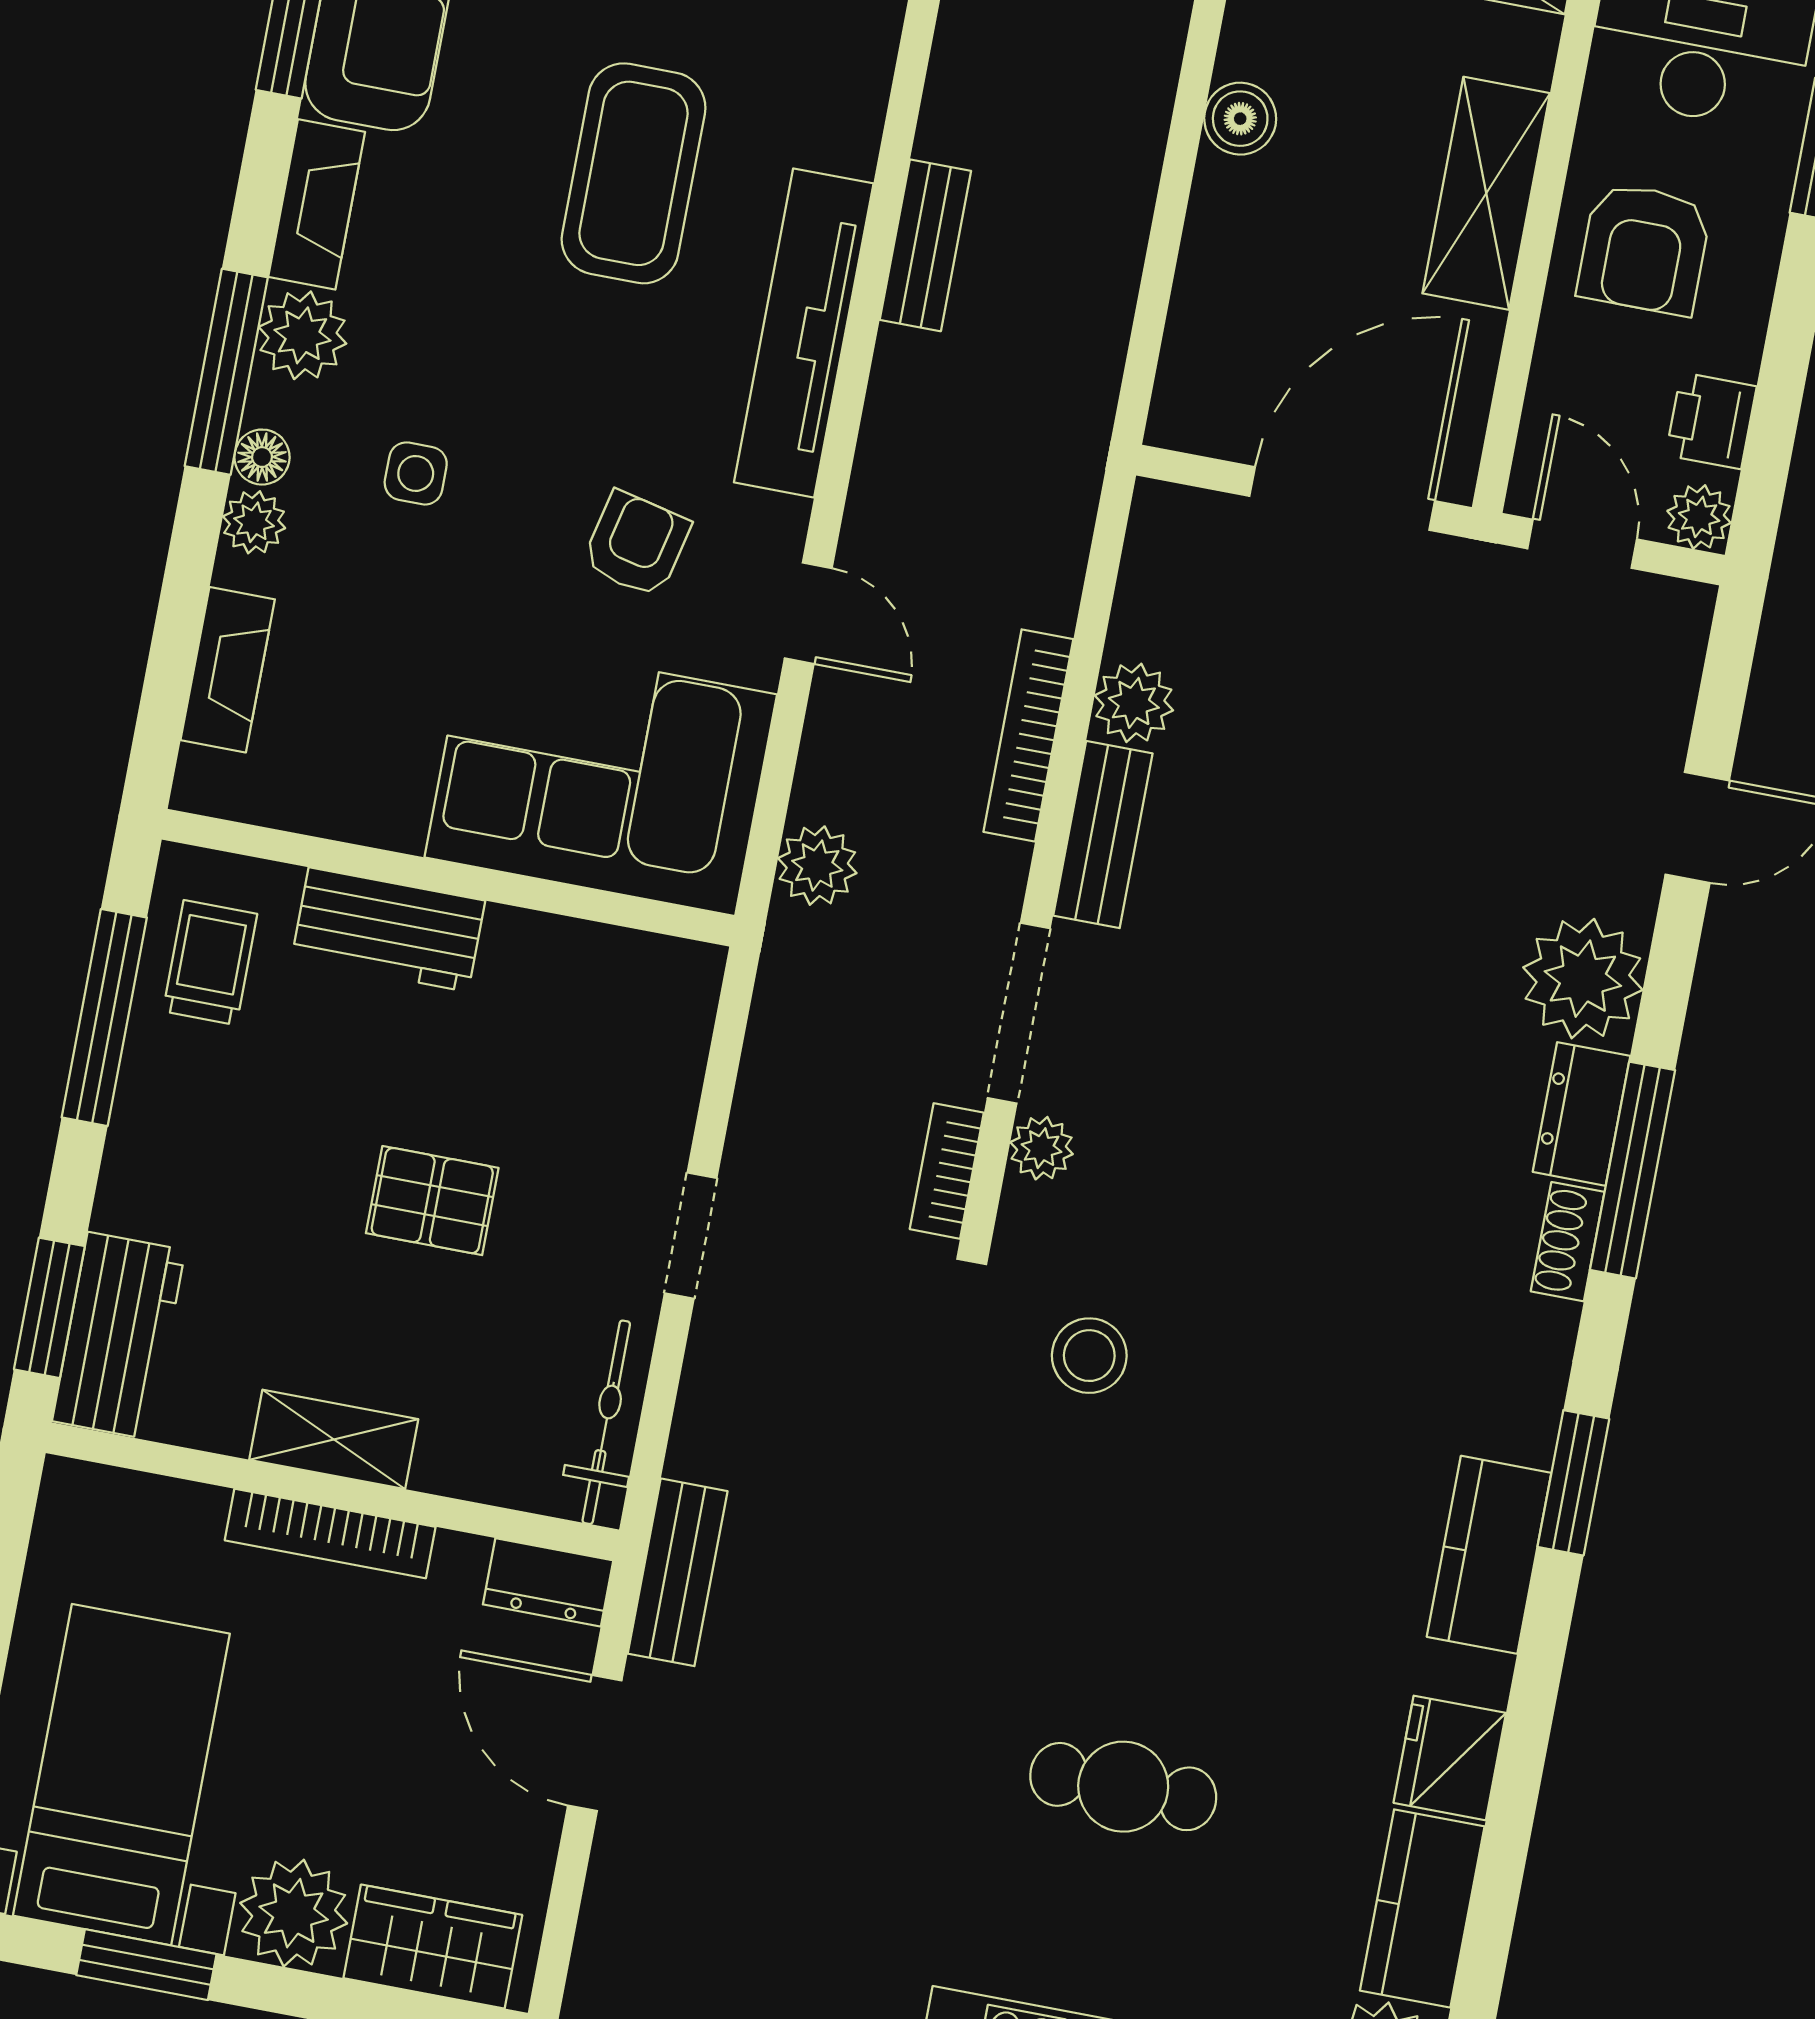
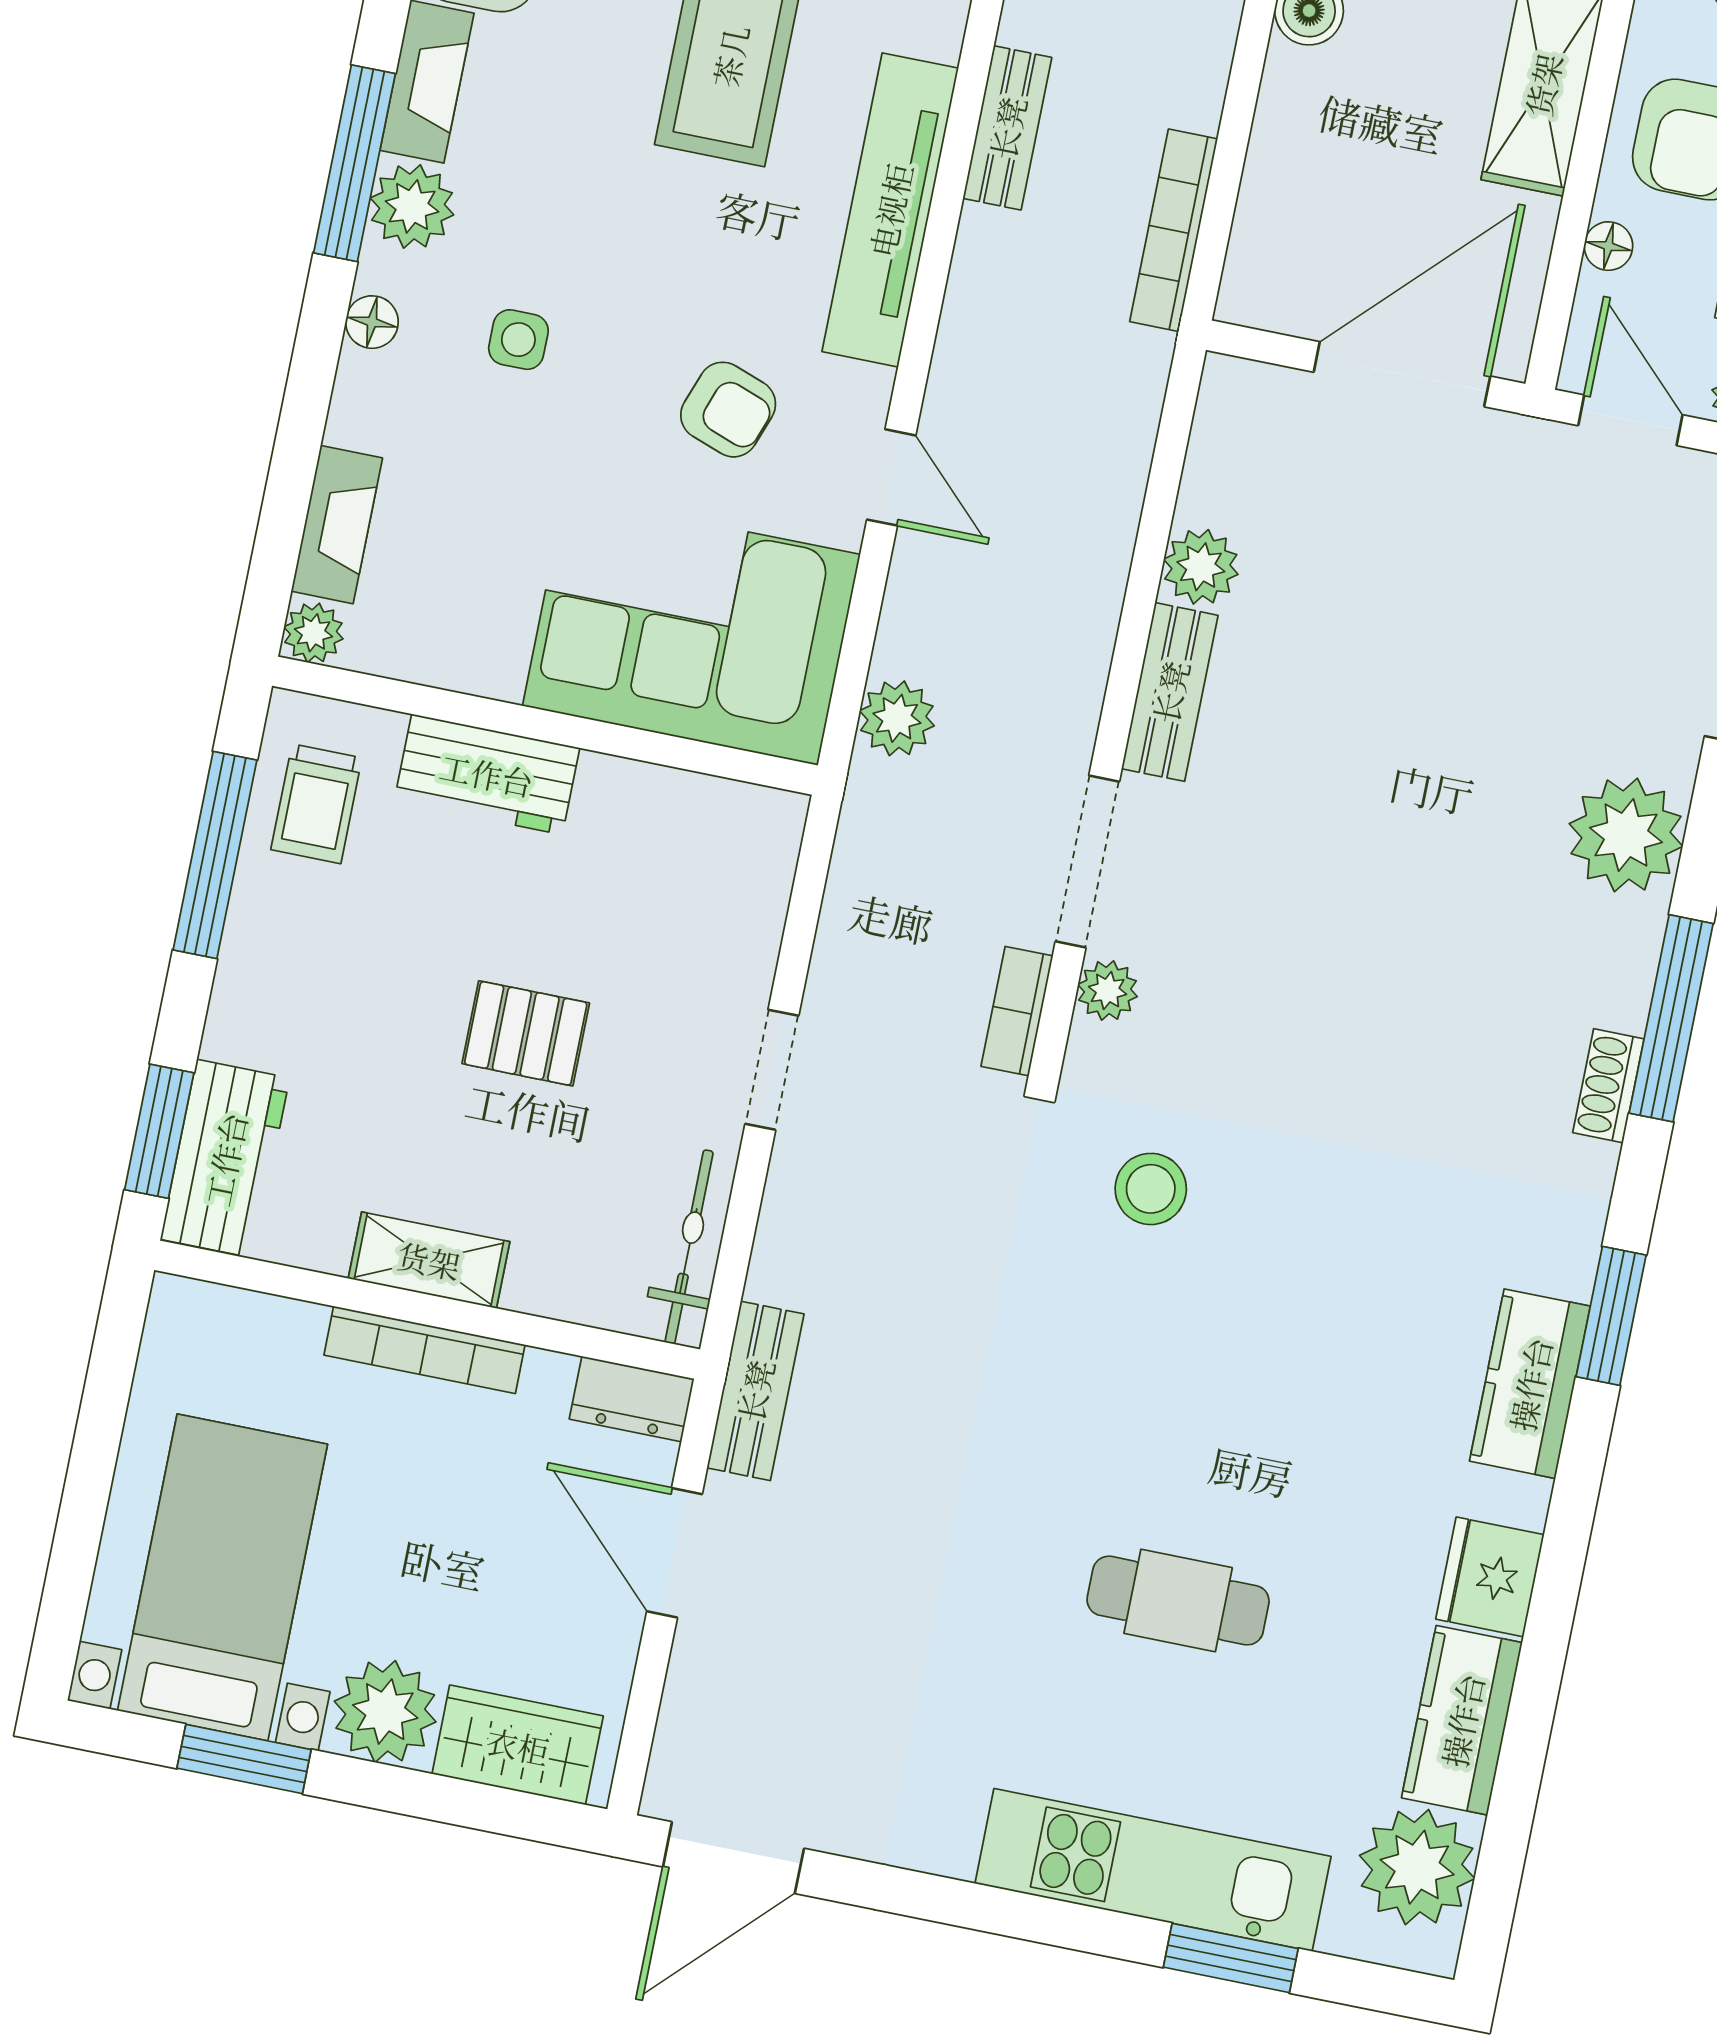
floor lamp: (1557, 362) -> (1608, 246), added
window: (226, 372) -> (354, 163), moved
plant: (254, 522) -> (313, 633), moved
armchair: (636, 544) -> (728, 410), turned 97
bookcase: (1028, 735) -> (1174, 230), moved
trolley: (210, 963) -> (316, 804), turned 180
dresser: (1581, 1114) -> (1623, 964), removed

